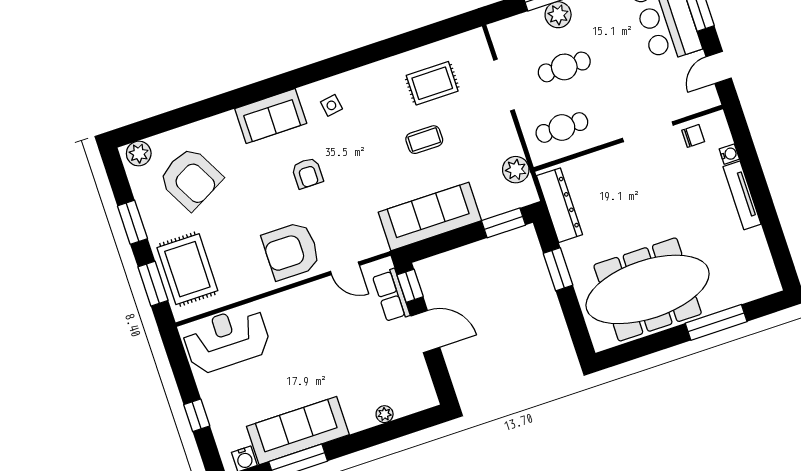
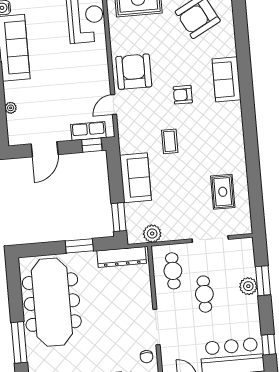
cafe table: (564, 67) -> (204, 294), moved
side table: (331, 105) -> (224, 121), removed
coffee table: (424, 140) -> (170, 141), moved
sofa: (430, 216) -> (135, 178), width x0.73
door: (425, 332) -> (45, 149), moved

